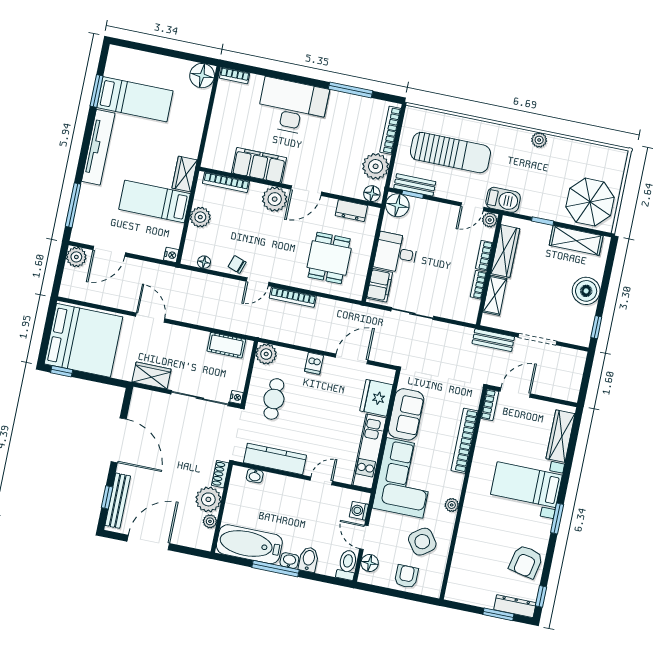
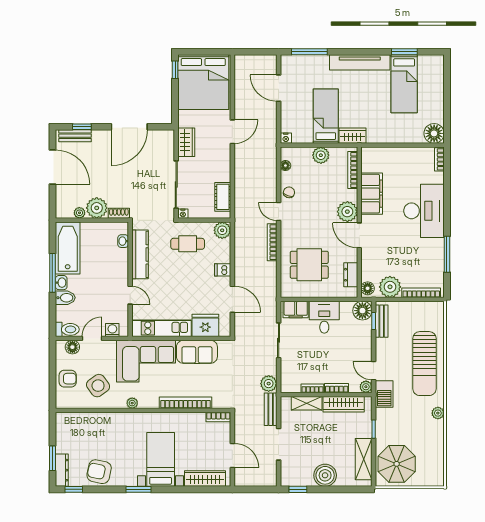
sun lounger: (450, 153) -> (424, 364), moved
plant: (76, 257) -> (269, 384), moved
door: (515, 392) -> (232, 455), moved
bench: (118, 501) -> (75, 136), width x0.73

